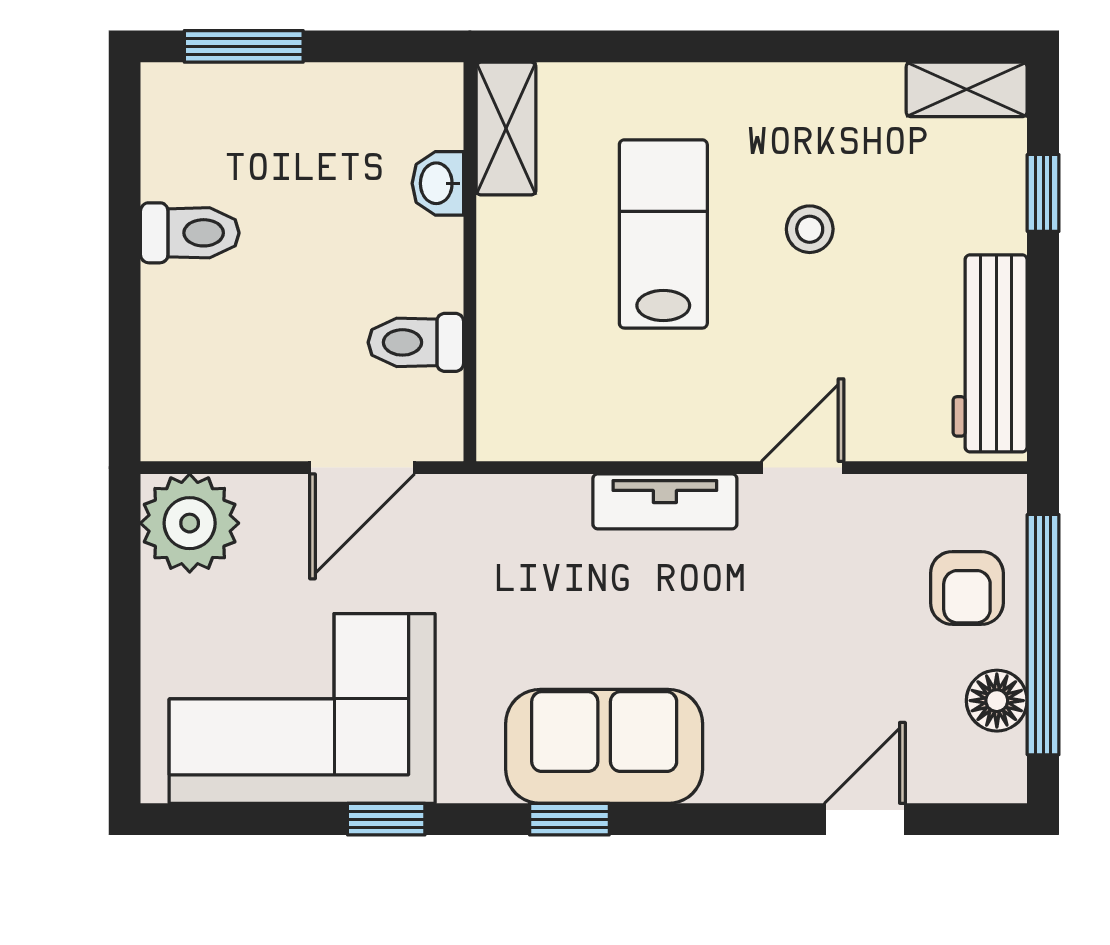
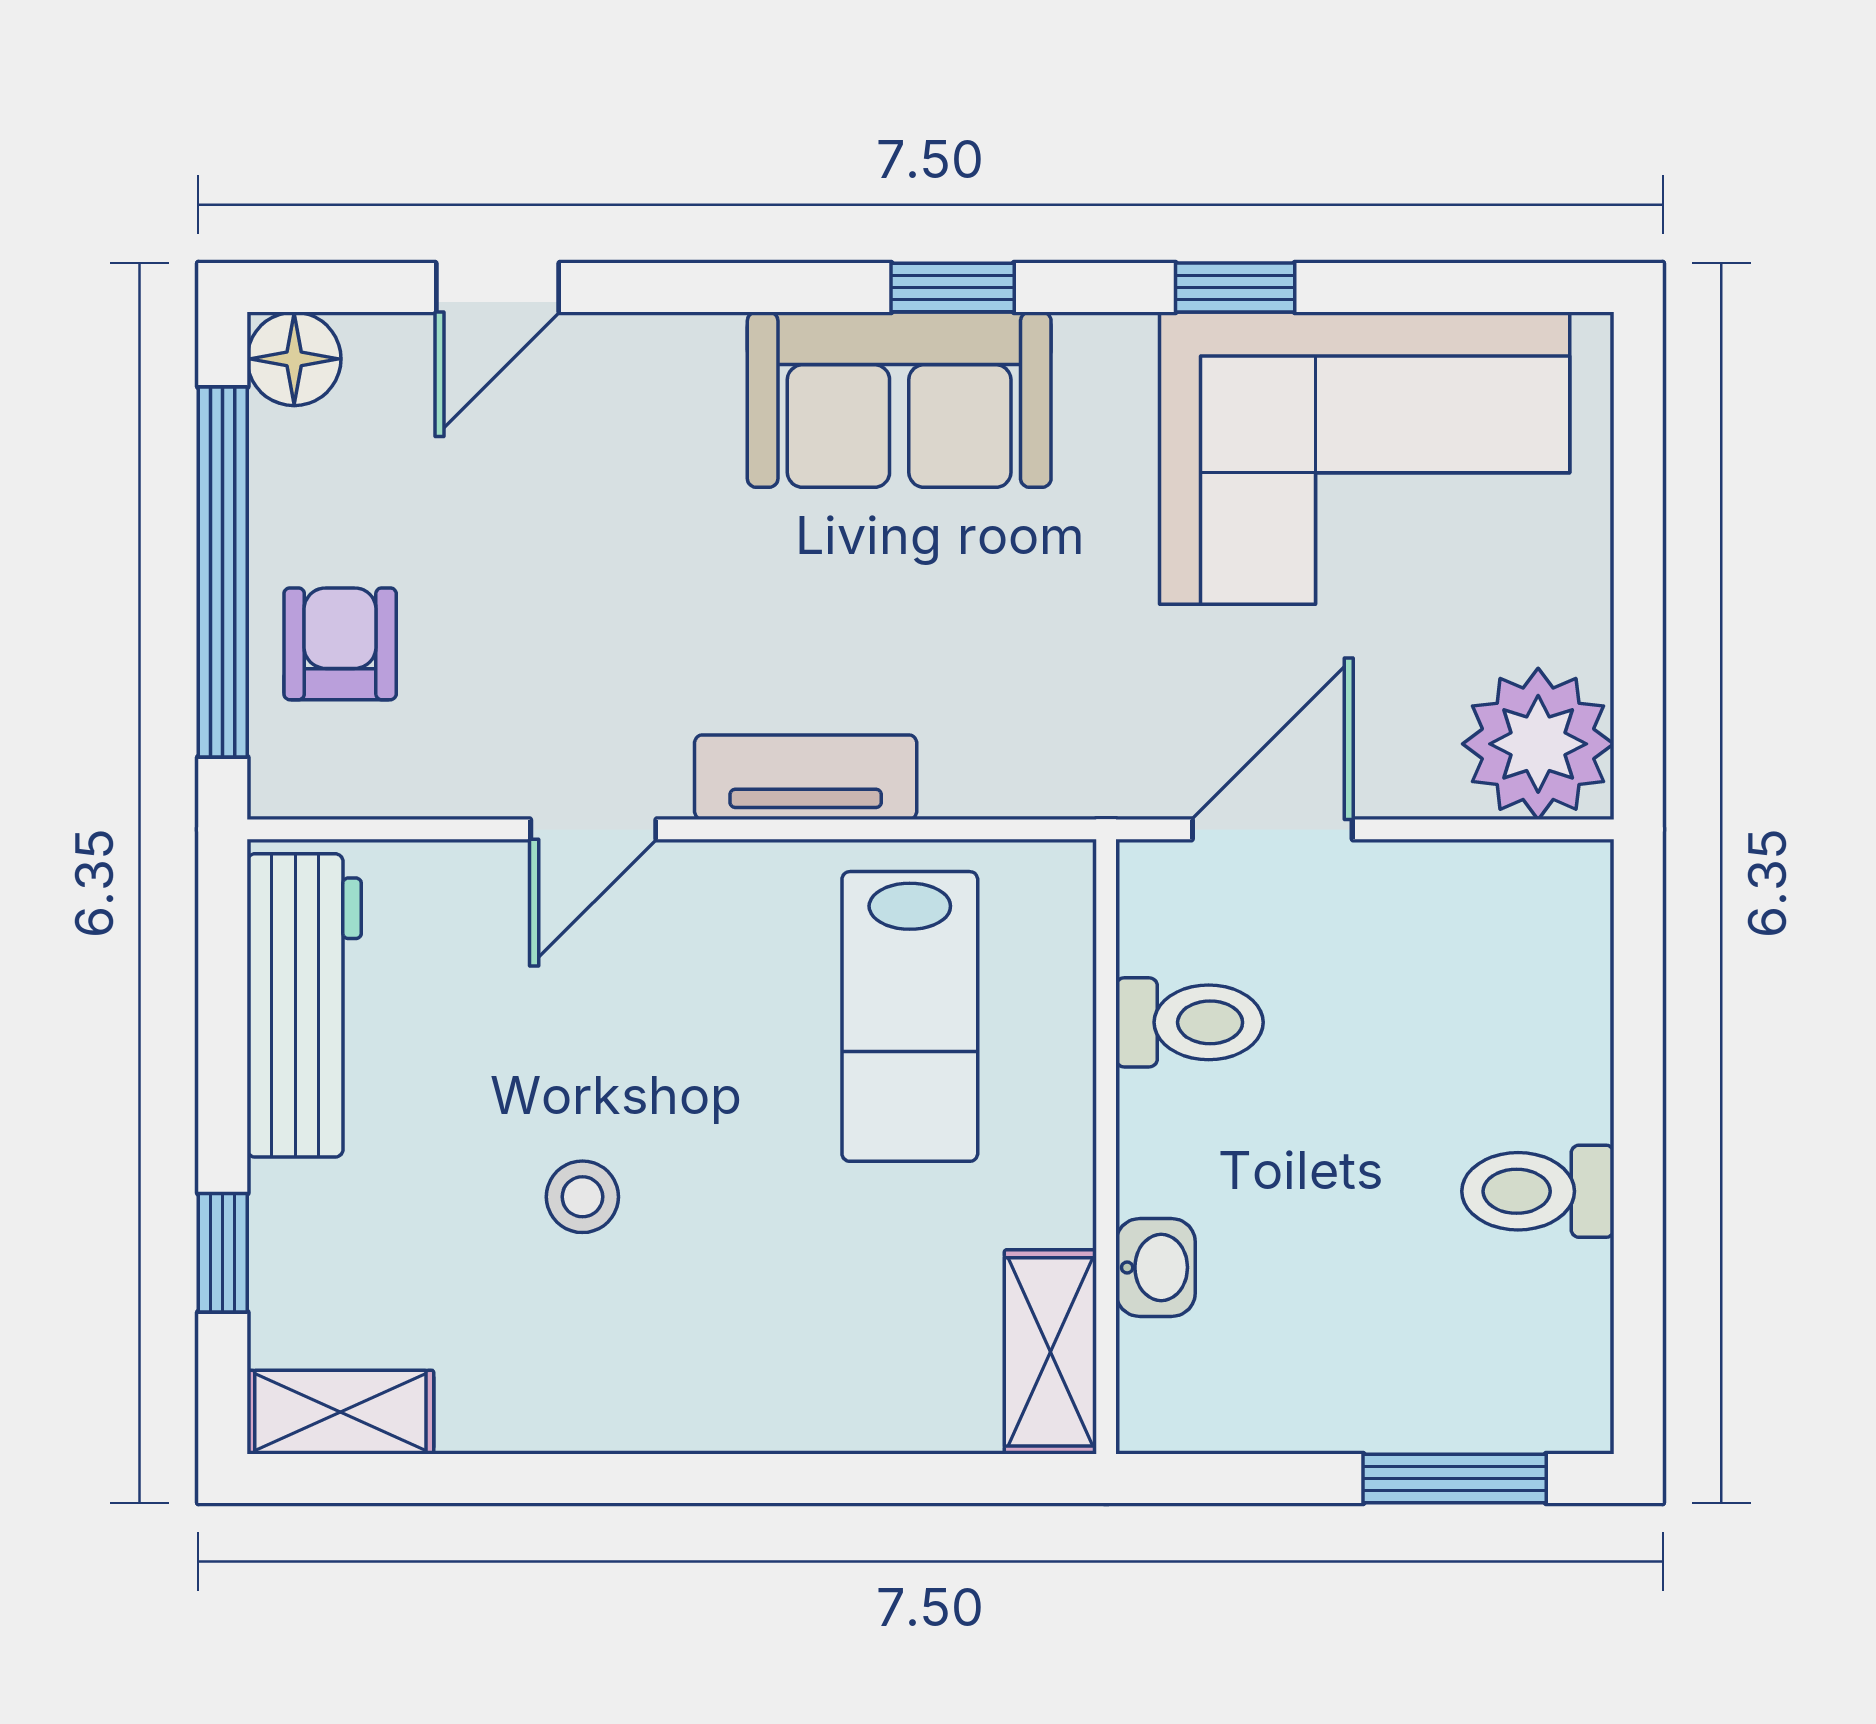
lab bench: (663, 234) -> (910, 1016), moved
floor lamp: (997, 701) -> (294, 359), moved

